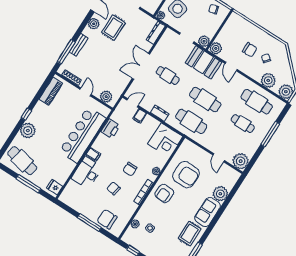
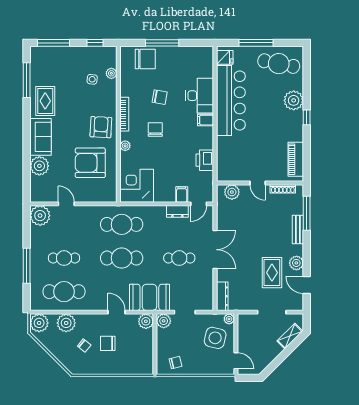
dresser: (160, 113) -> (177, 211), moved
bar counter: (83, 135) -> (231, 100), moved

